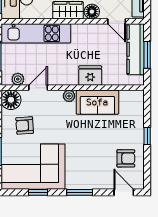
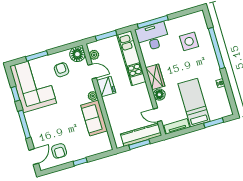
door: (117, 21) -> (158, 115), hinge flipped
fridge: (90, 76) -> (106, 87), moved
window: (80, 192) -> (24, 124), width x1.44

